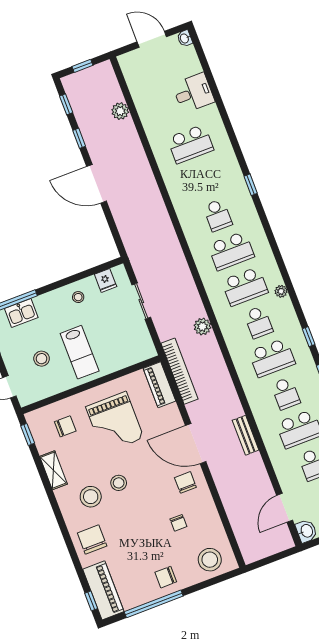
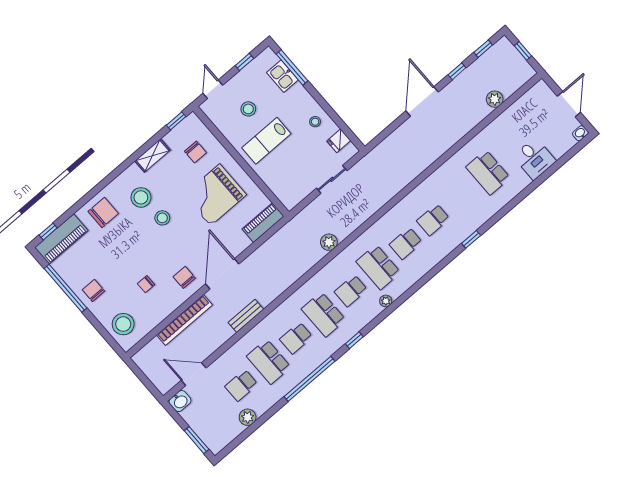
school desk: (231, 251) -> (406, 243), width x0.54
bookcase: (180, 371) -> (185, 320), moved
chair: (185, 482) -> (184, 277), turned -90

